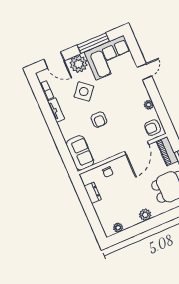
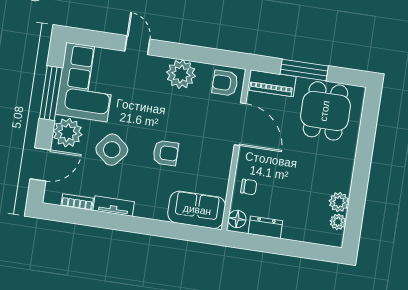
plant: (149, 105) -> (181, 74), width x1.88, depth x1.88
armchair: (153, 128) -> (225, 83), turned 90
floor lamp: (88, 176) -> (237, 219), added
plant: (145, 215) -> (339, 202), moved

